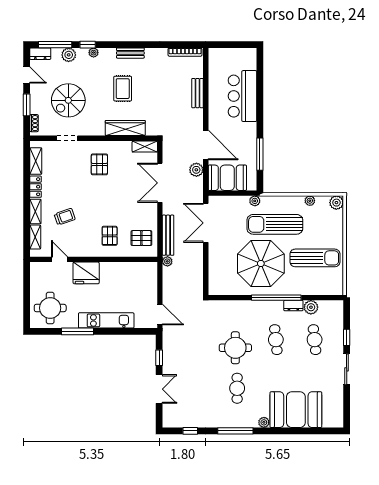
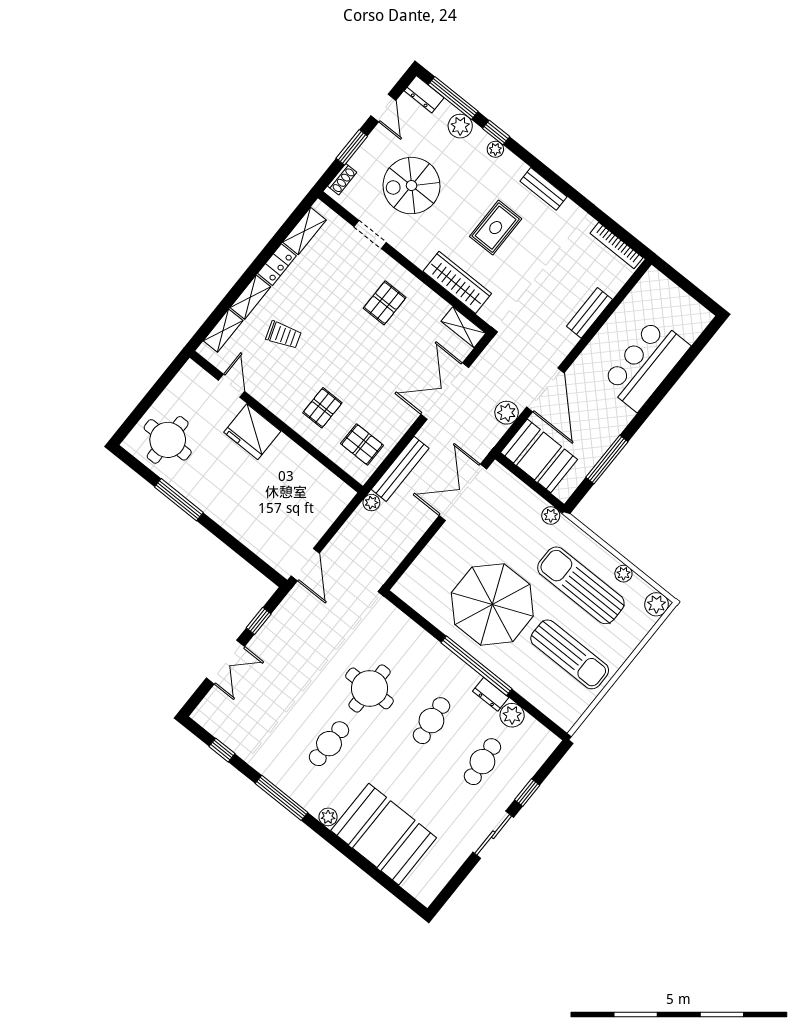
sun lounger: (275, 224) -> (581, 585), moved
kitchen unit: (106, 320) -> (228, 516), removed

